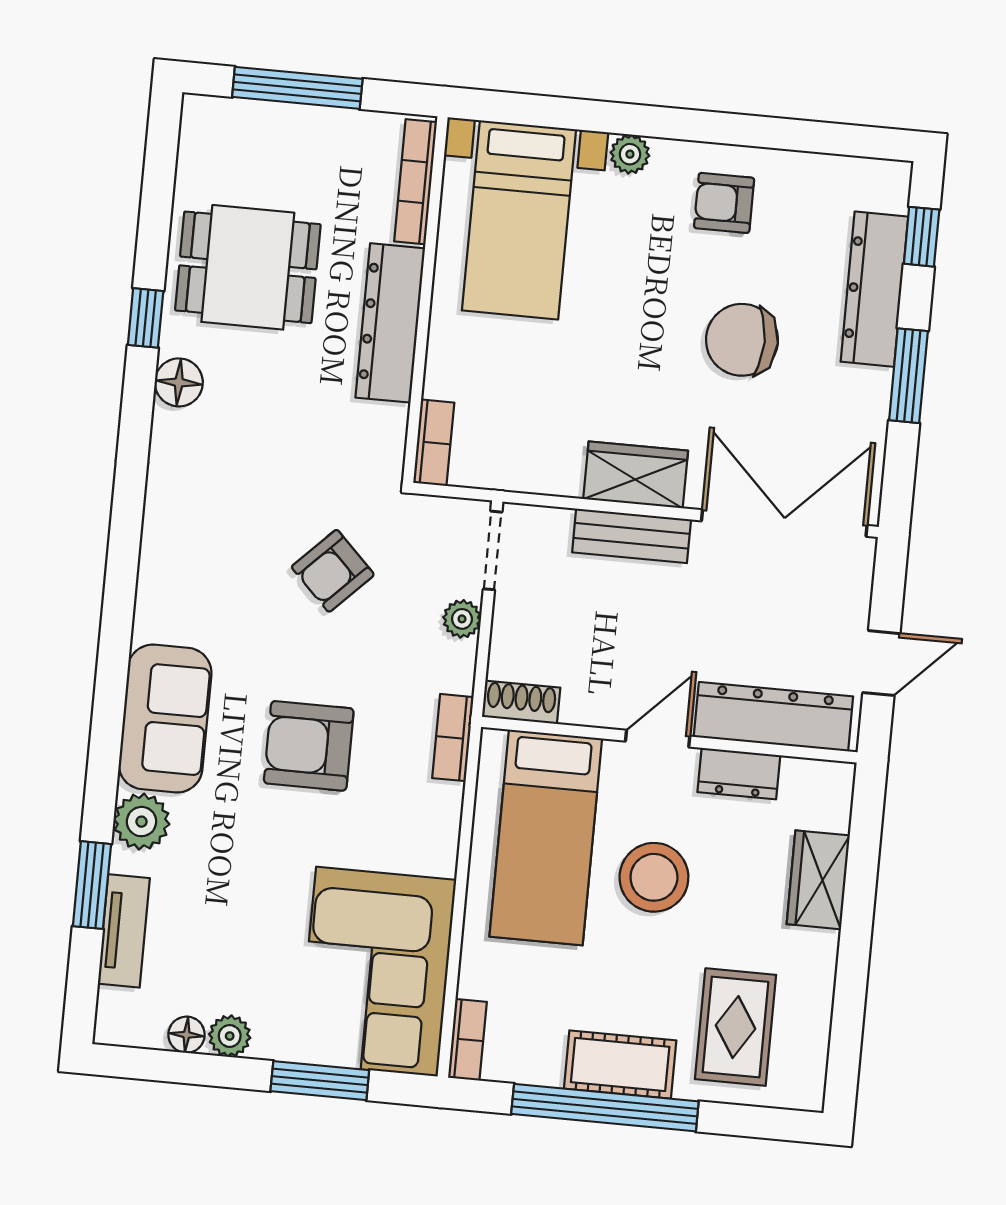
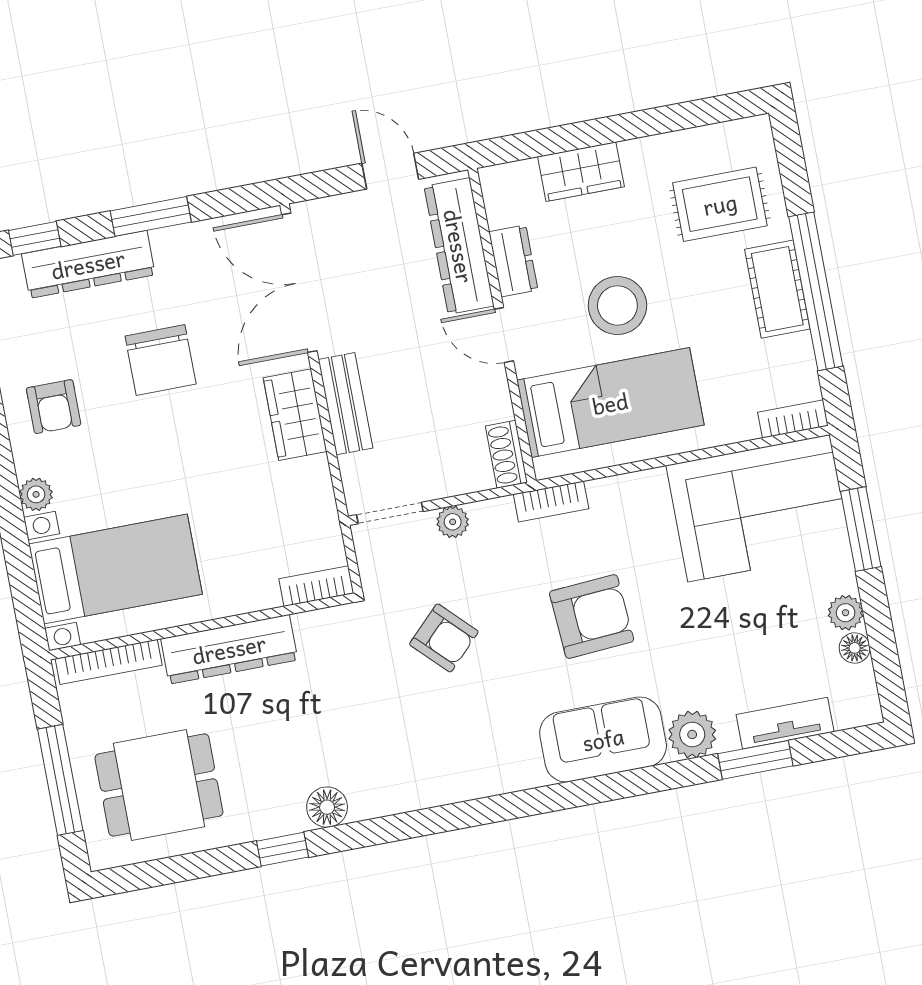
dining table: (248, 267) -> (159, 785), moved, turned 90
armchair: (309, 746) -> (592, 616), turned -94

